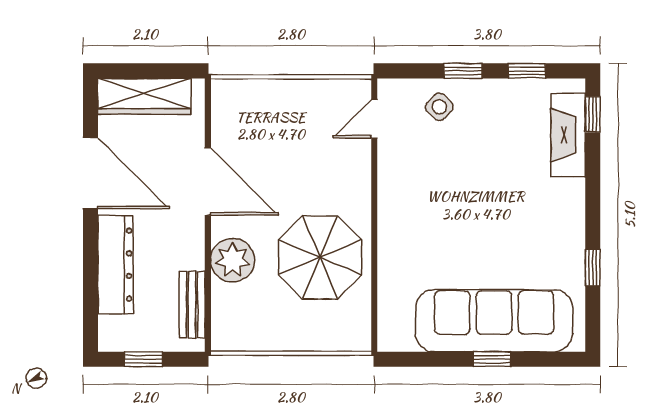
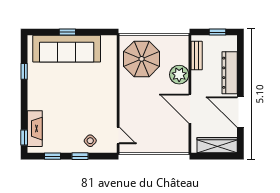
door: (374, 119) -> (118, 135), hinge flipped
parasol: (320, 257) -> (142, 59), moved

